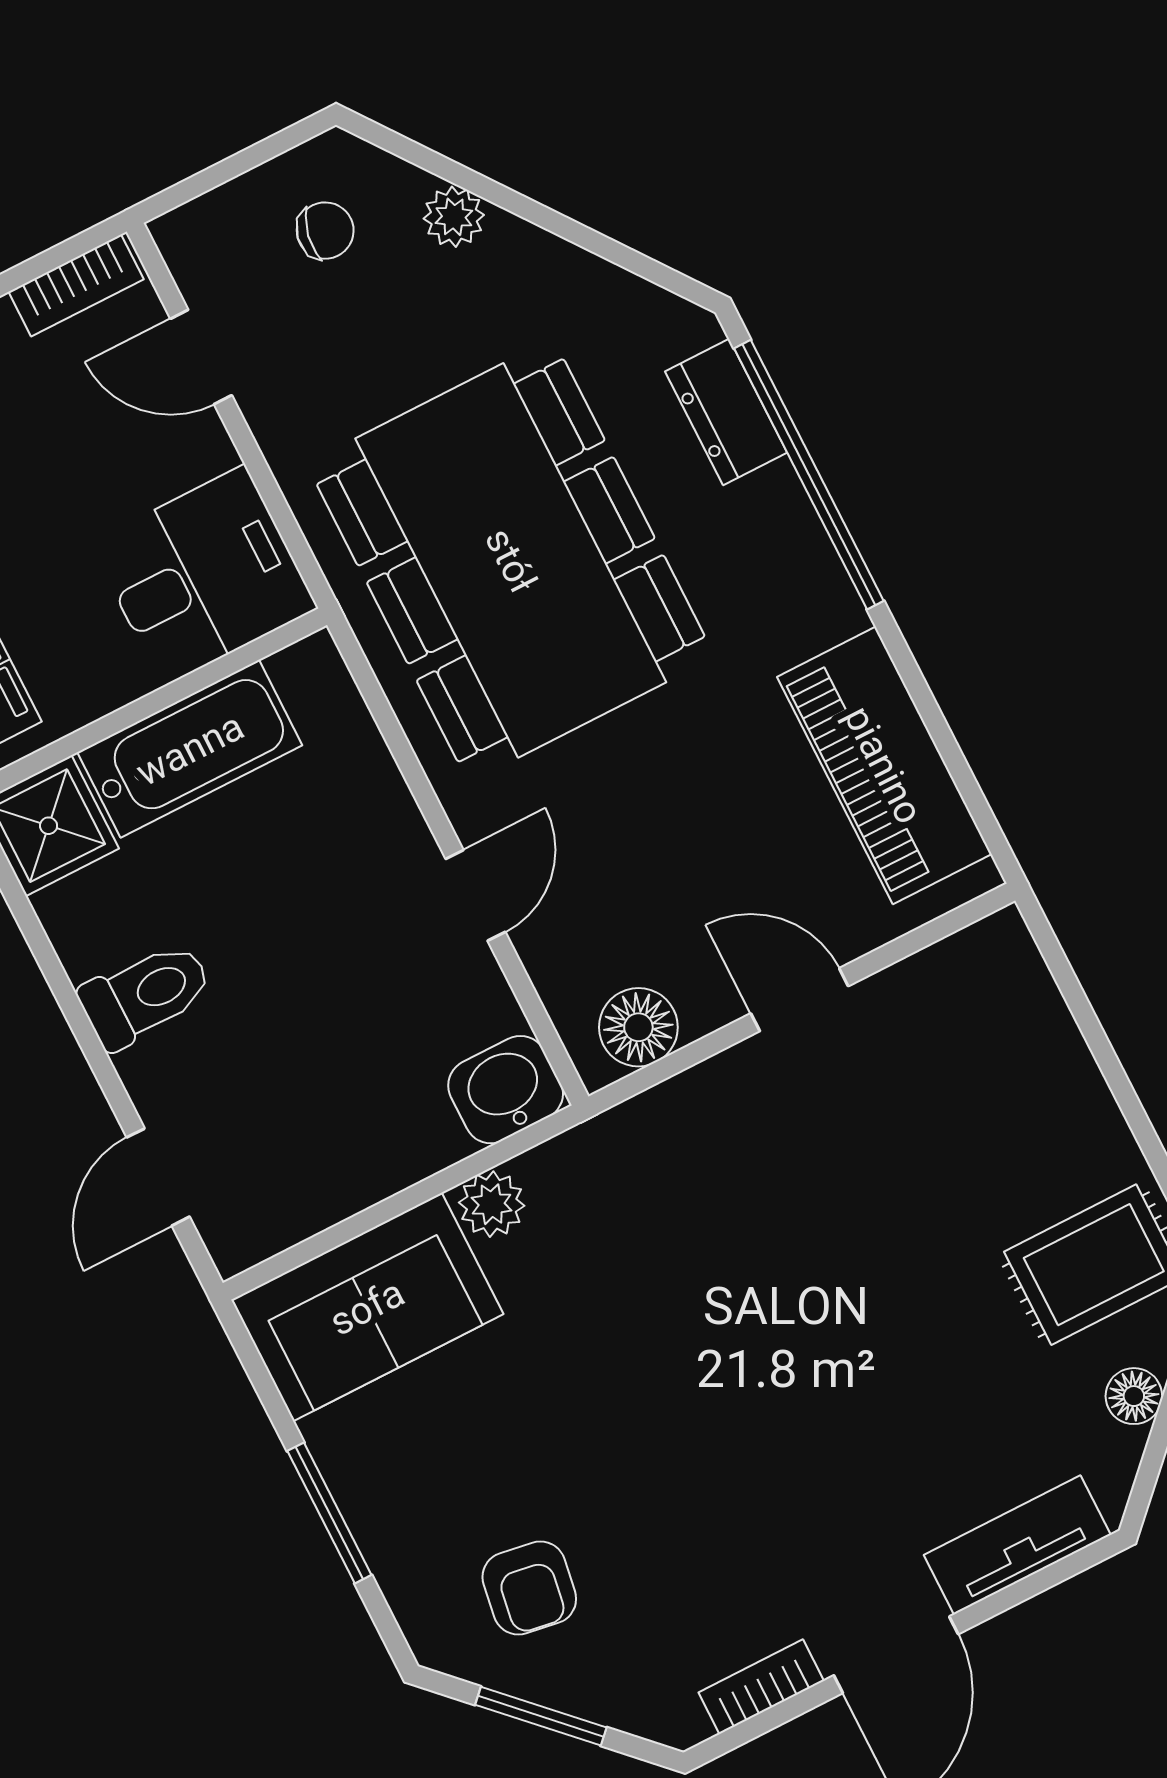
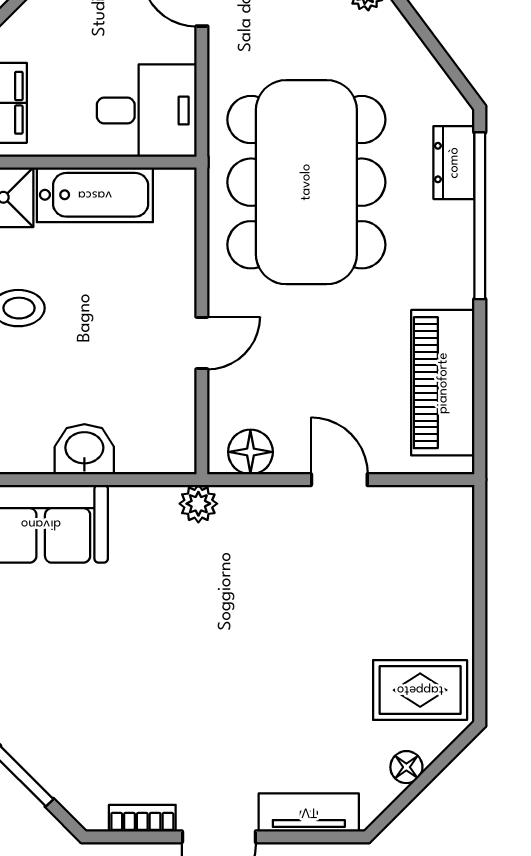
washbasin: (506, 1090) -> (84, 449), moved
plant: (492, 1204) -> (198, 504), moved
armchair: (529, 1588) -> (50, 708), removed

